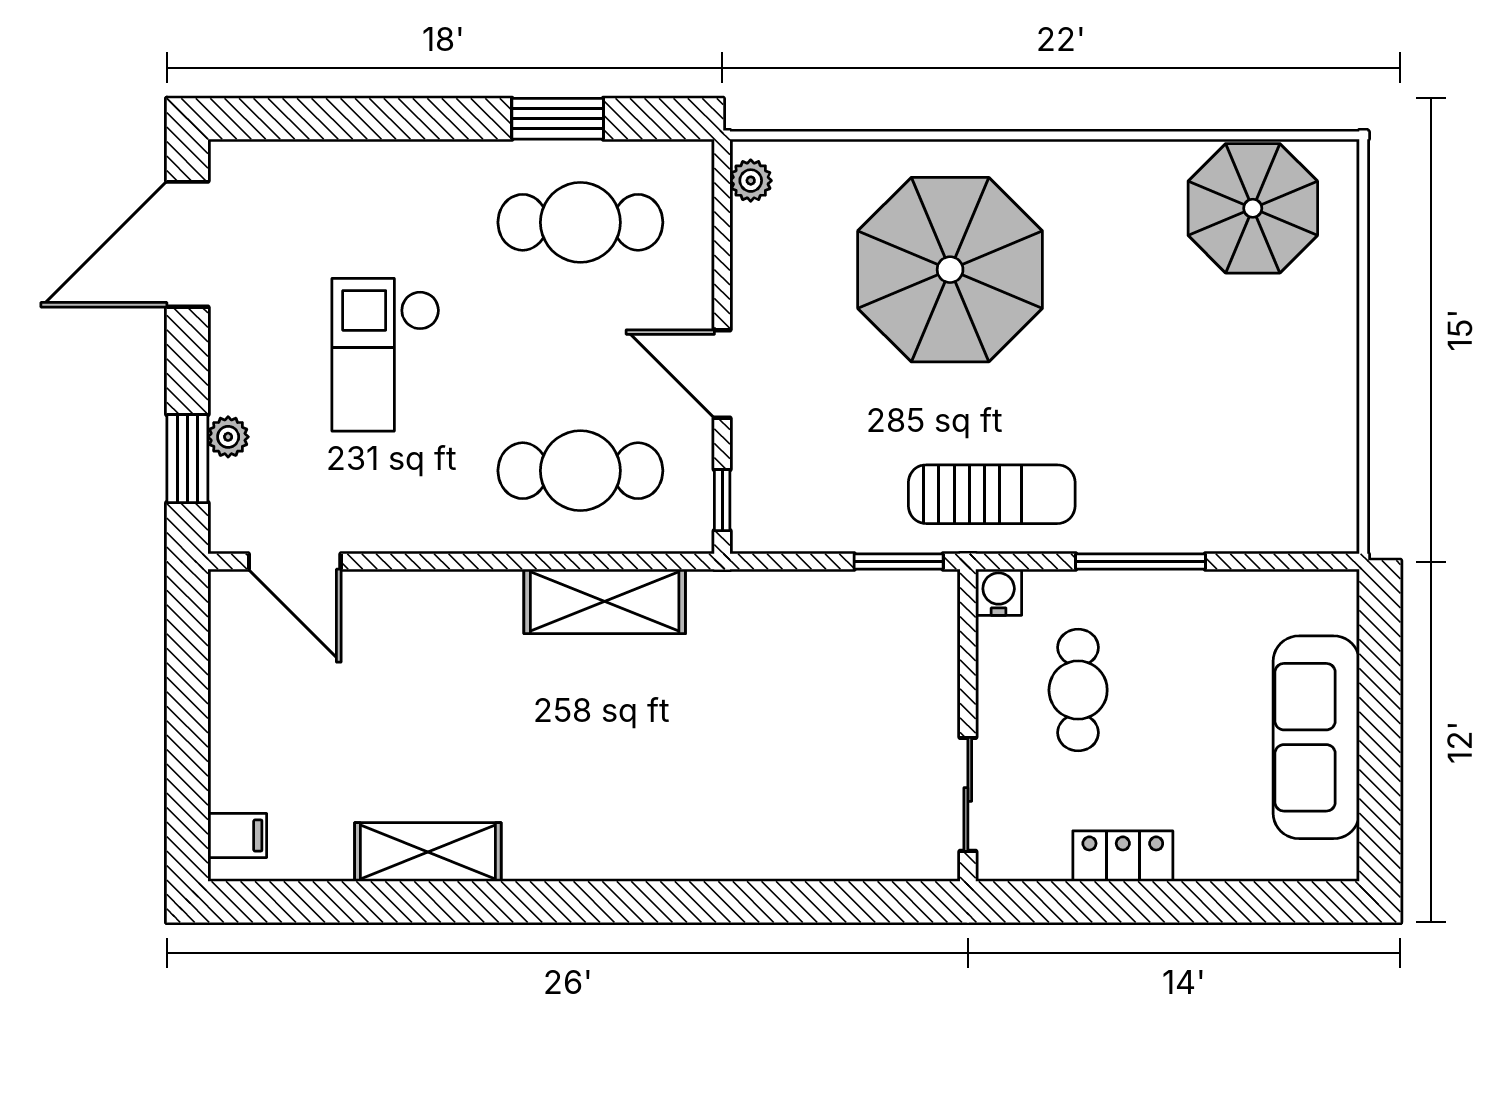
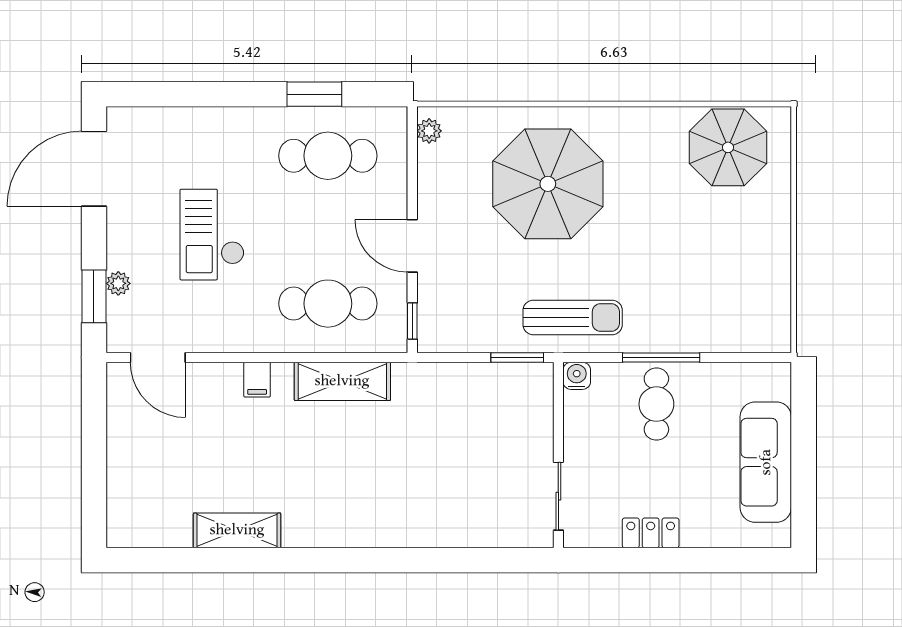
cafe table: (1078, 690) -> (656, 404), moved
filing cabinet: (237, 835) -> (257, 380), moved, turned 90

